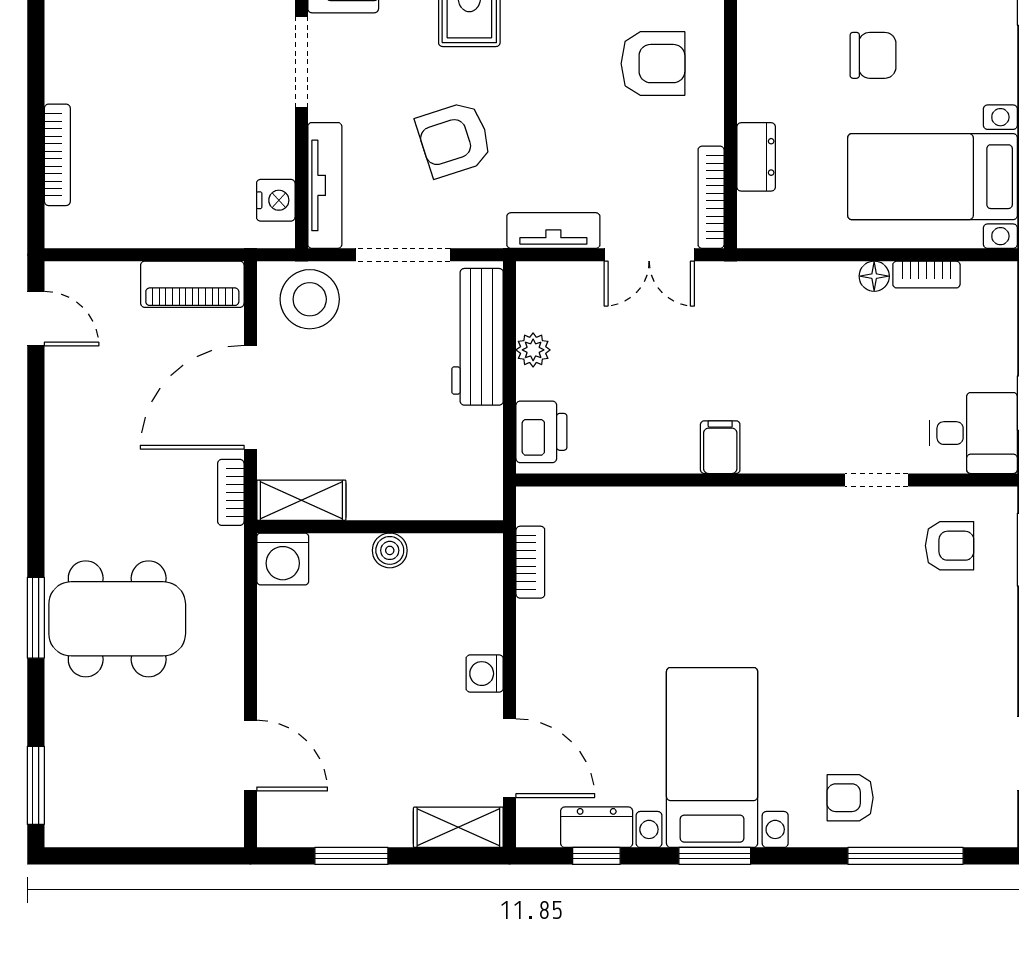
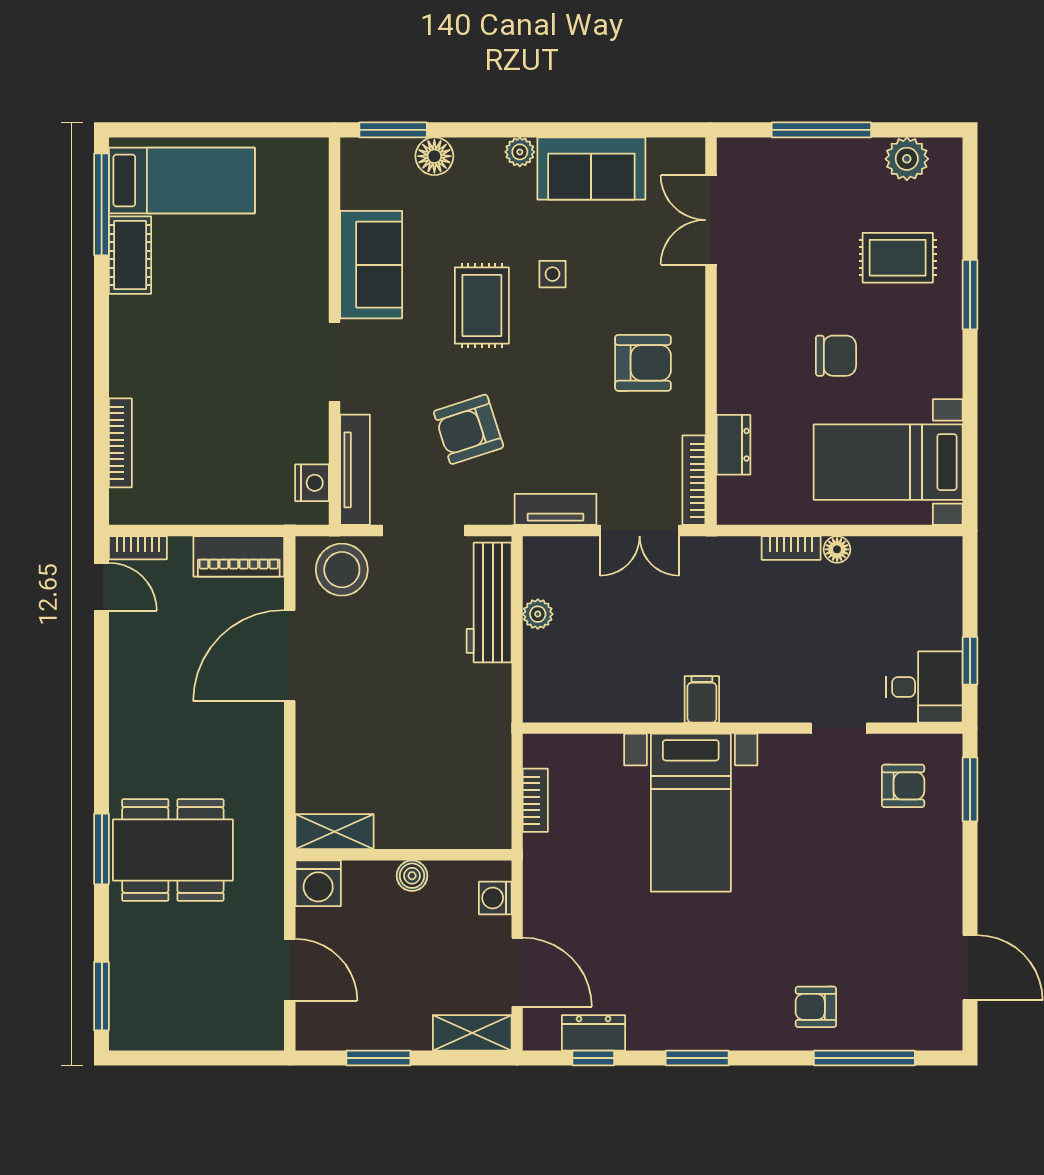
bookcase: (926, 275) -> (791, 548), moved
printer: (541, 432) -> (545, 686), removed
bookcase: (231, 492) -> (138, 548), moved, turned -90
shelving: (301, 500) -> (334, 832), moved
wall: (380, 527) -> (403, 855), moved
boiler: (390, 550) -> (412, 876), moved
washing machine: (283, 559) -> (318, 883), moved
bed with nightstands: (712, 757) -> (691, 813), moved, turned 180

